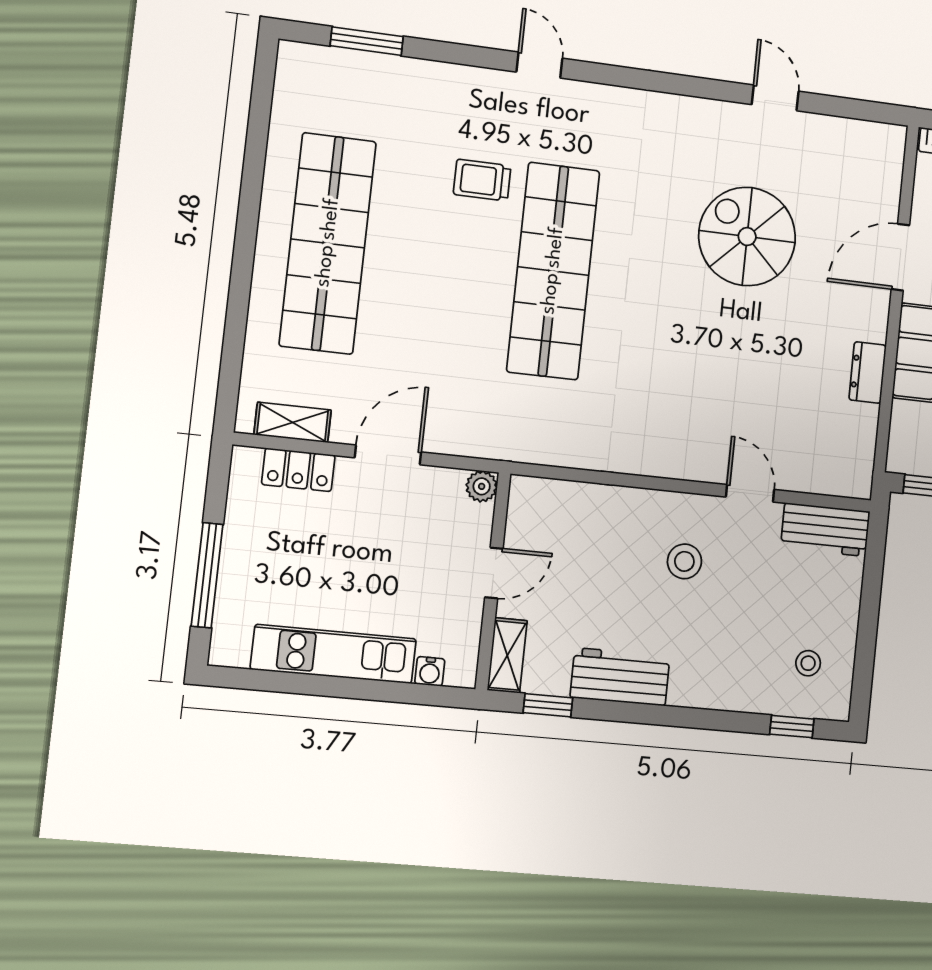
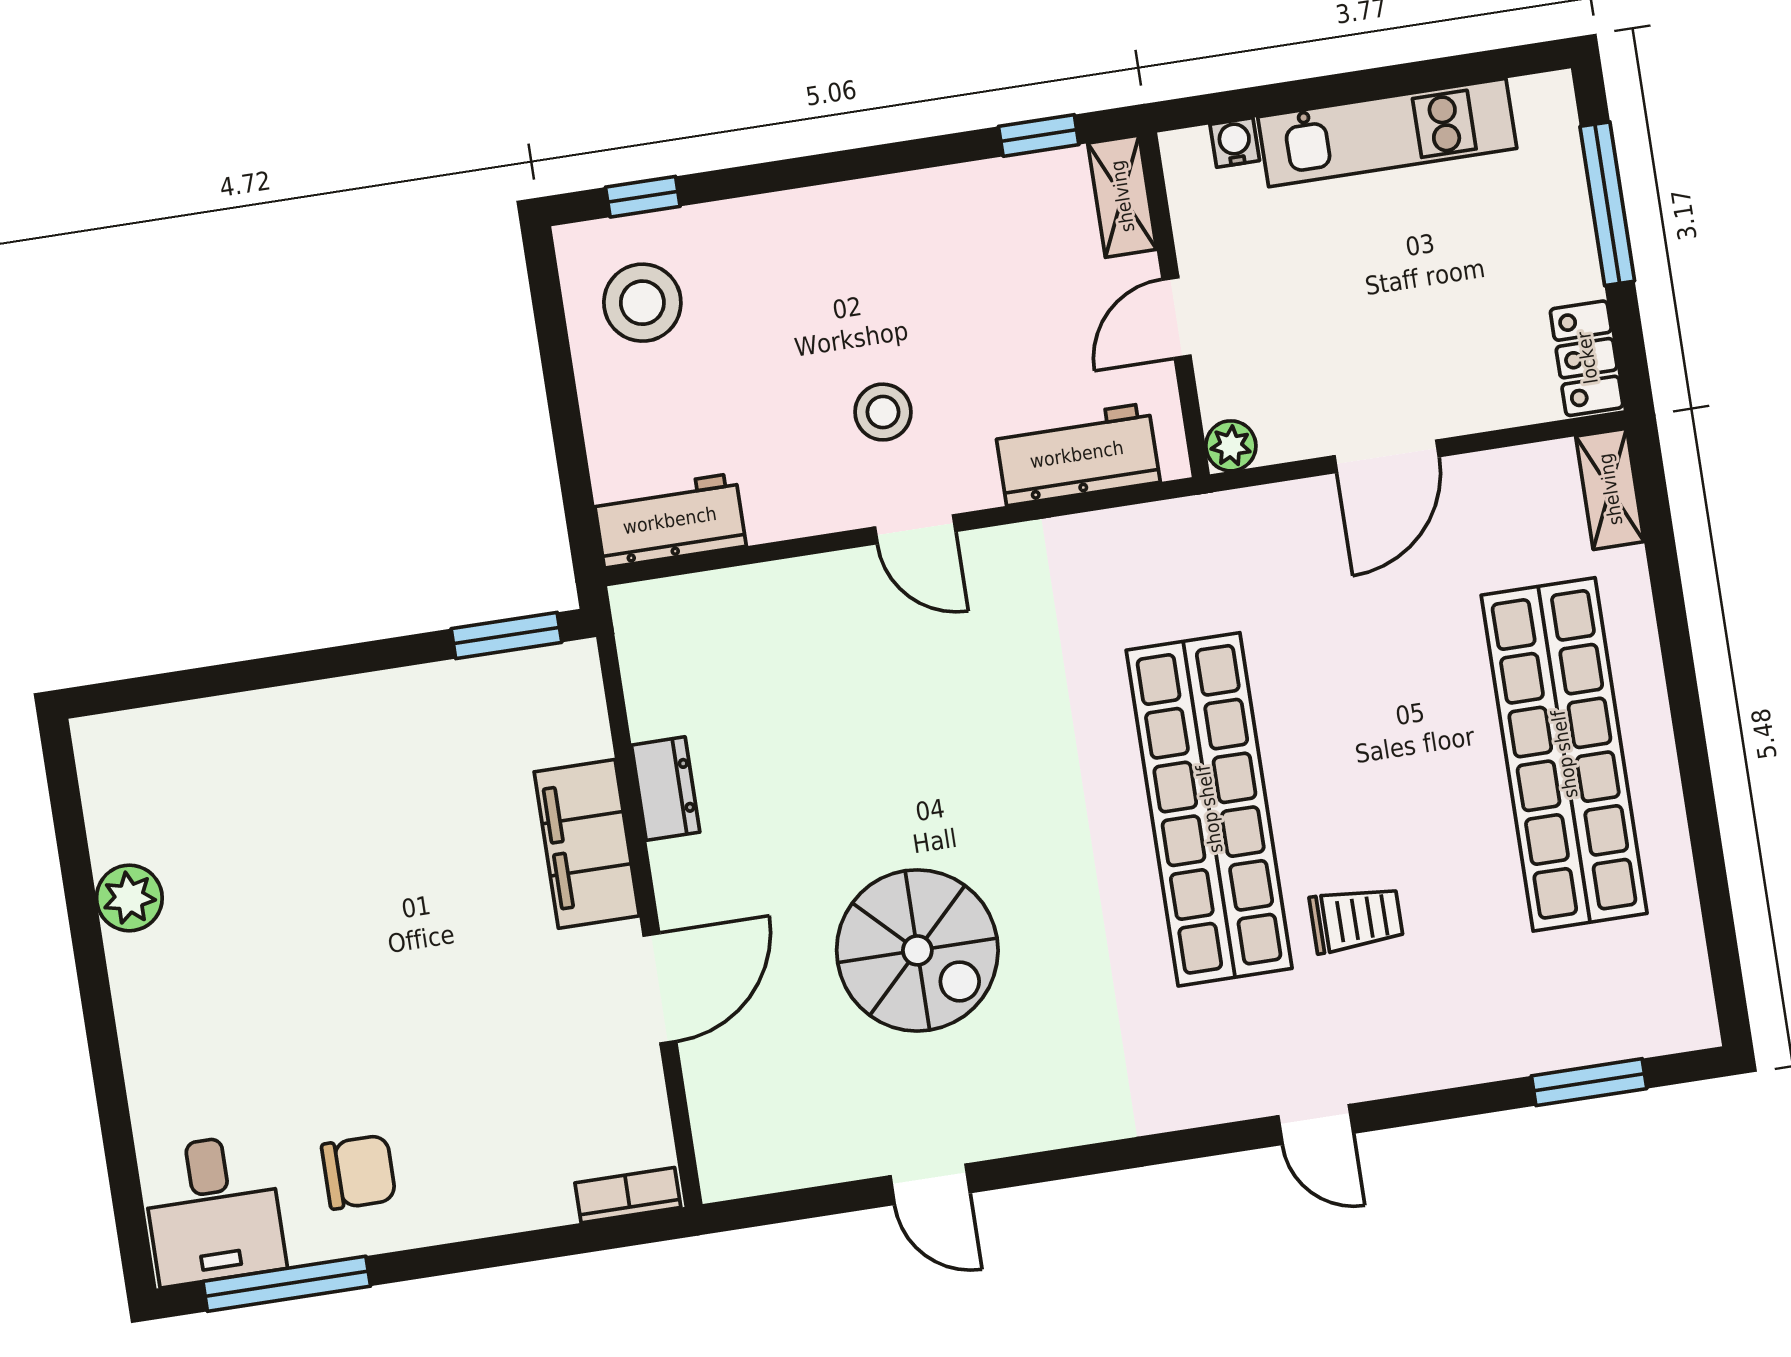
shelving: (293, 422) -> (1610, 489), moved, turned 90
locker: (298, 470) -> (1587, 358), moved, turned -90
door: (750, 493) -> (915, 529), moved
stool: (808, 663) -> (642, 303), width x1.89, depth x1.89
workbench: (620, 677) -> (1077, 454), moved, turned 180

